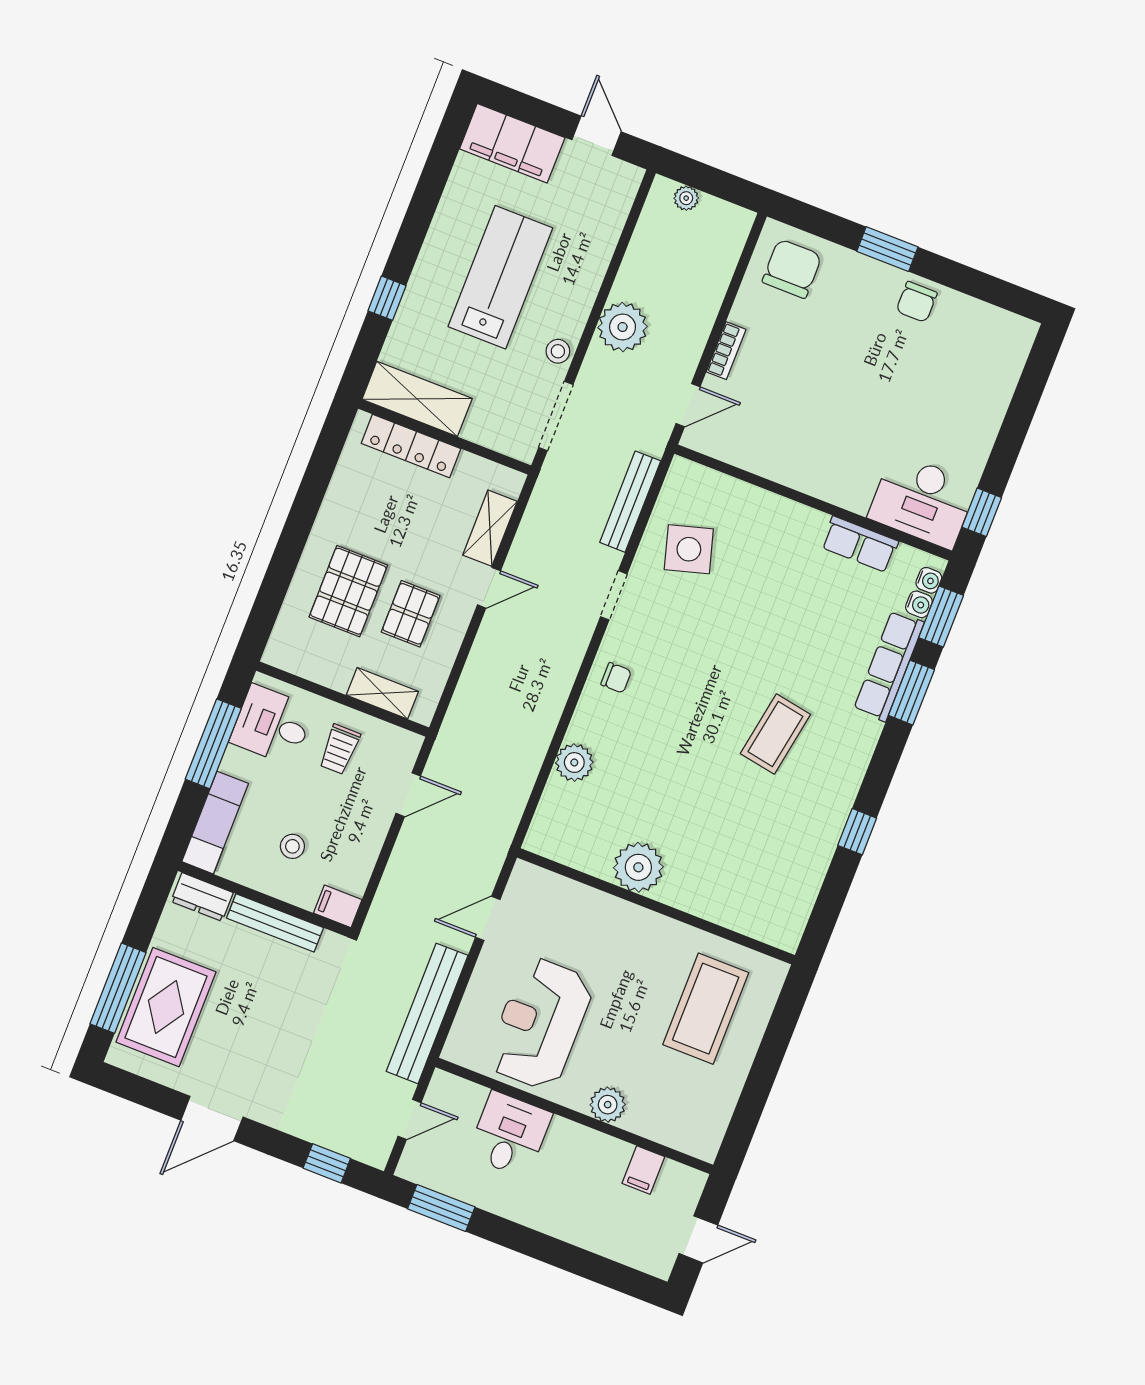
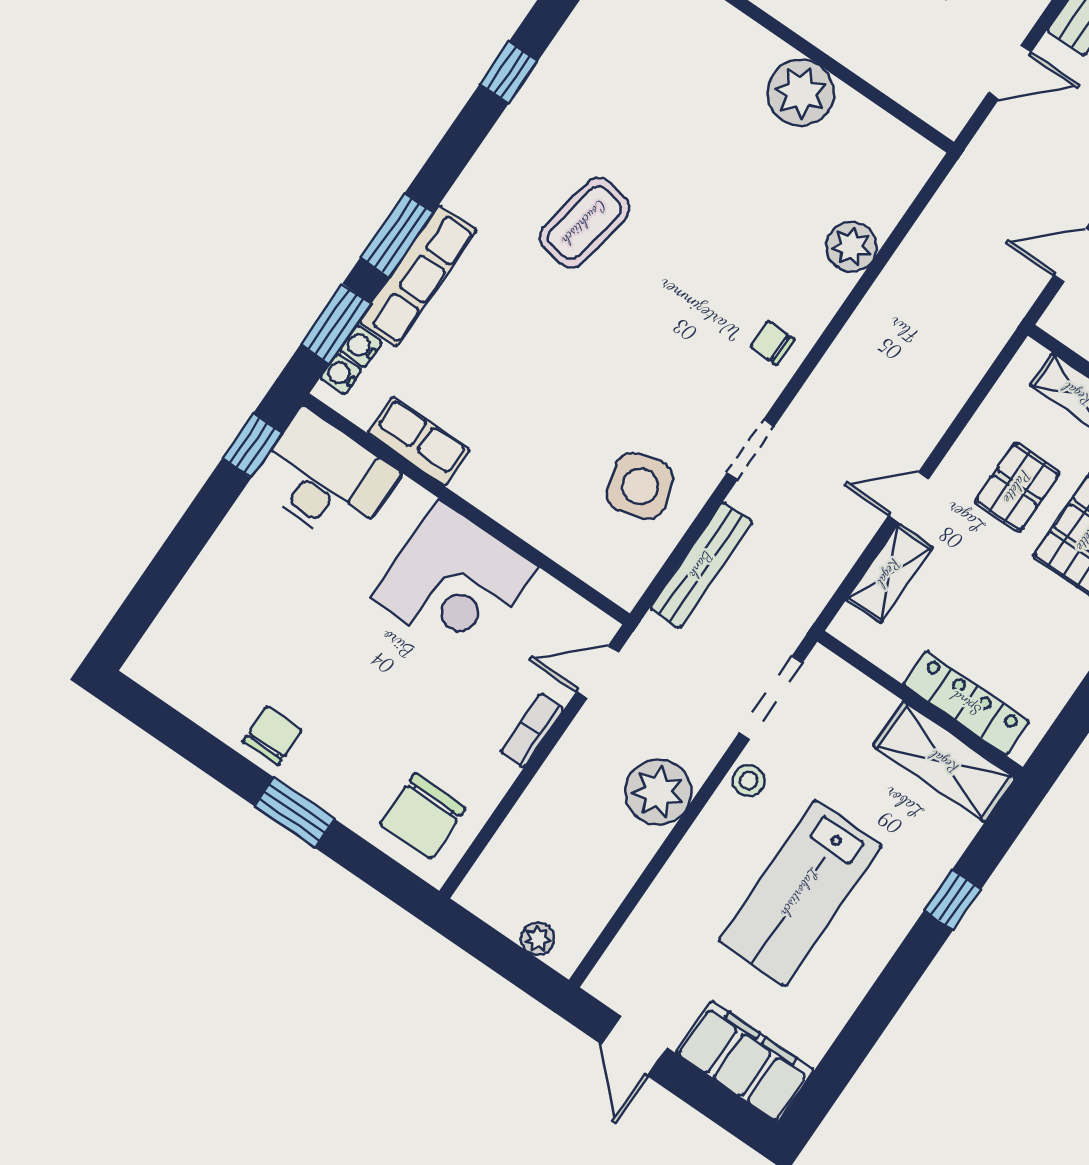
corner desk: (809, 446) -> (454, 582), added

